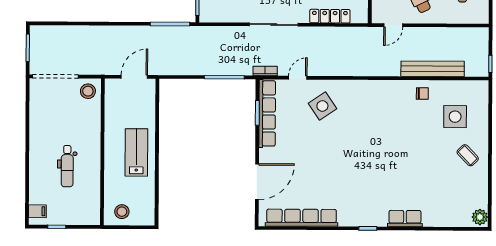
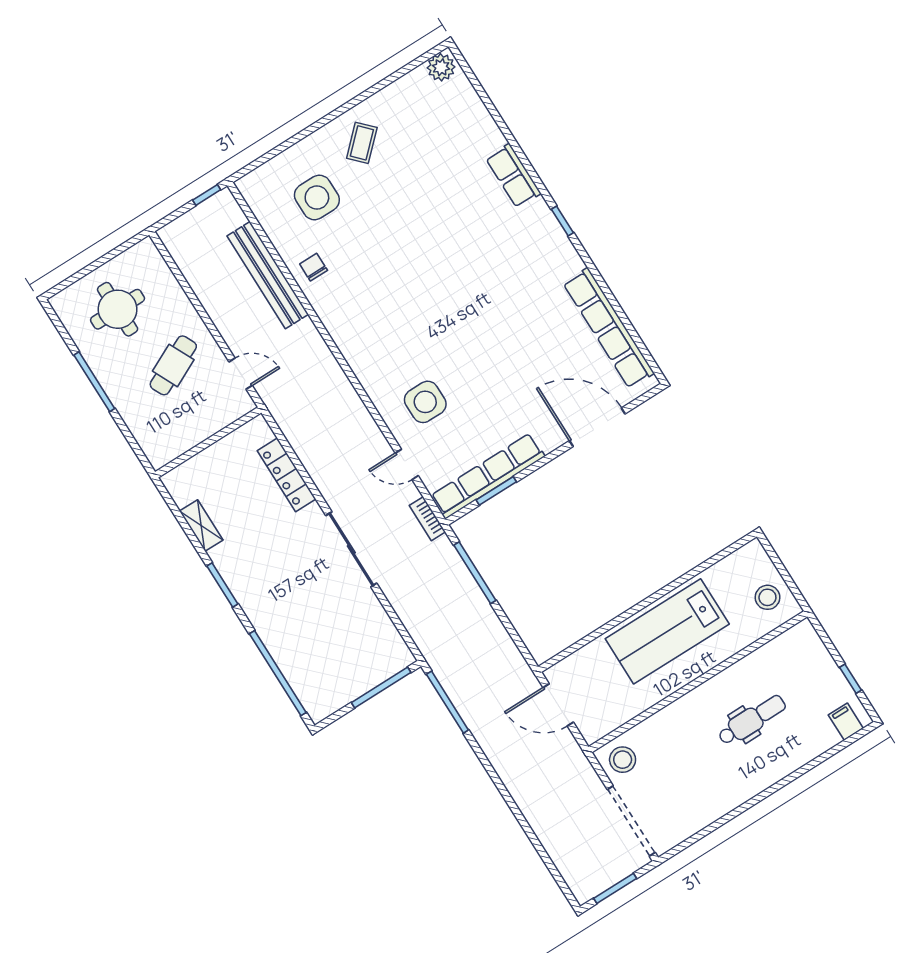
side table: (322, 106) -> (425, 402), turned 34
lab bench: (136, 152) -> (667, 631), width x1.36, depth x1.39

